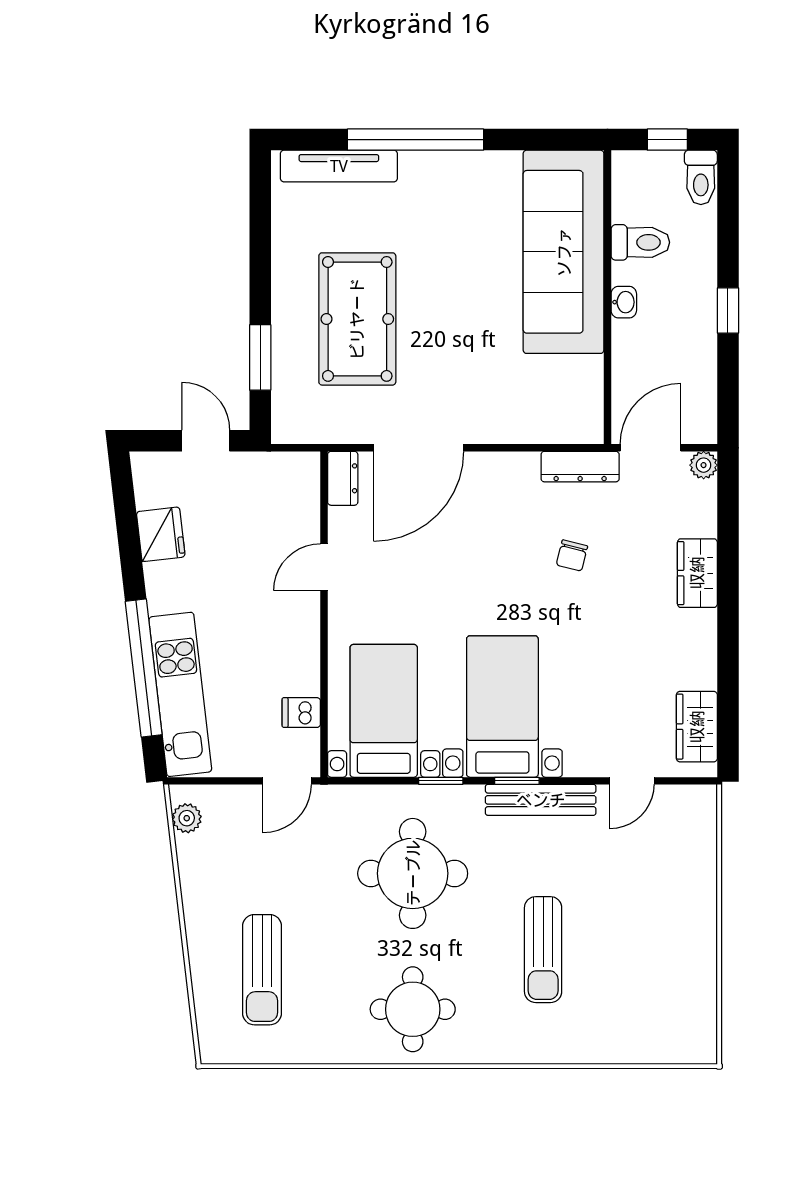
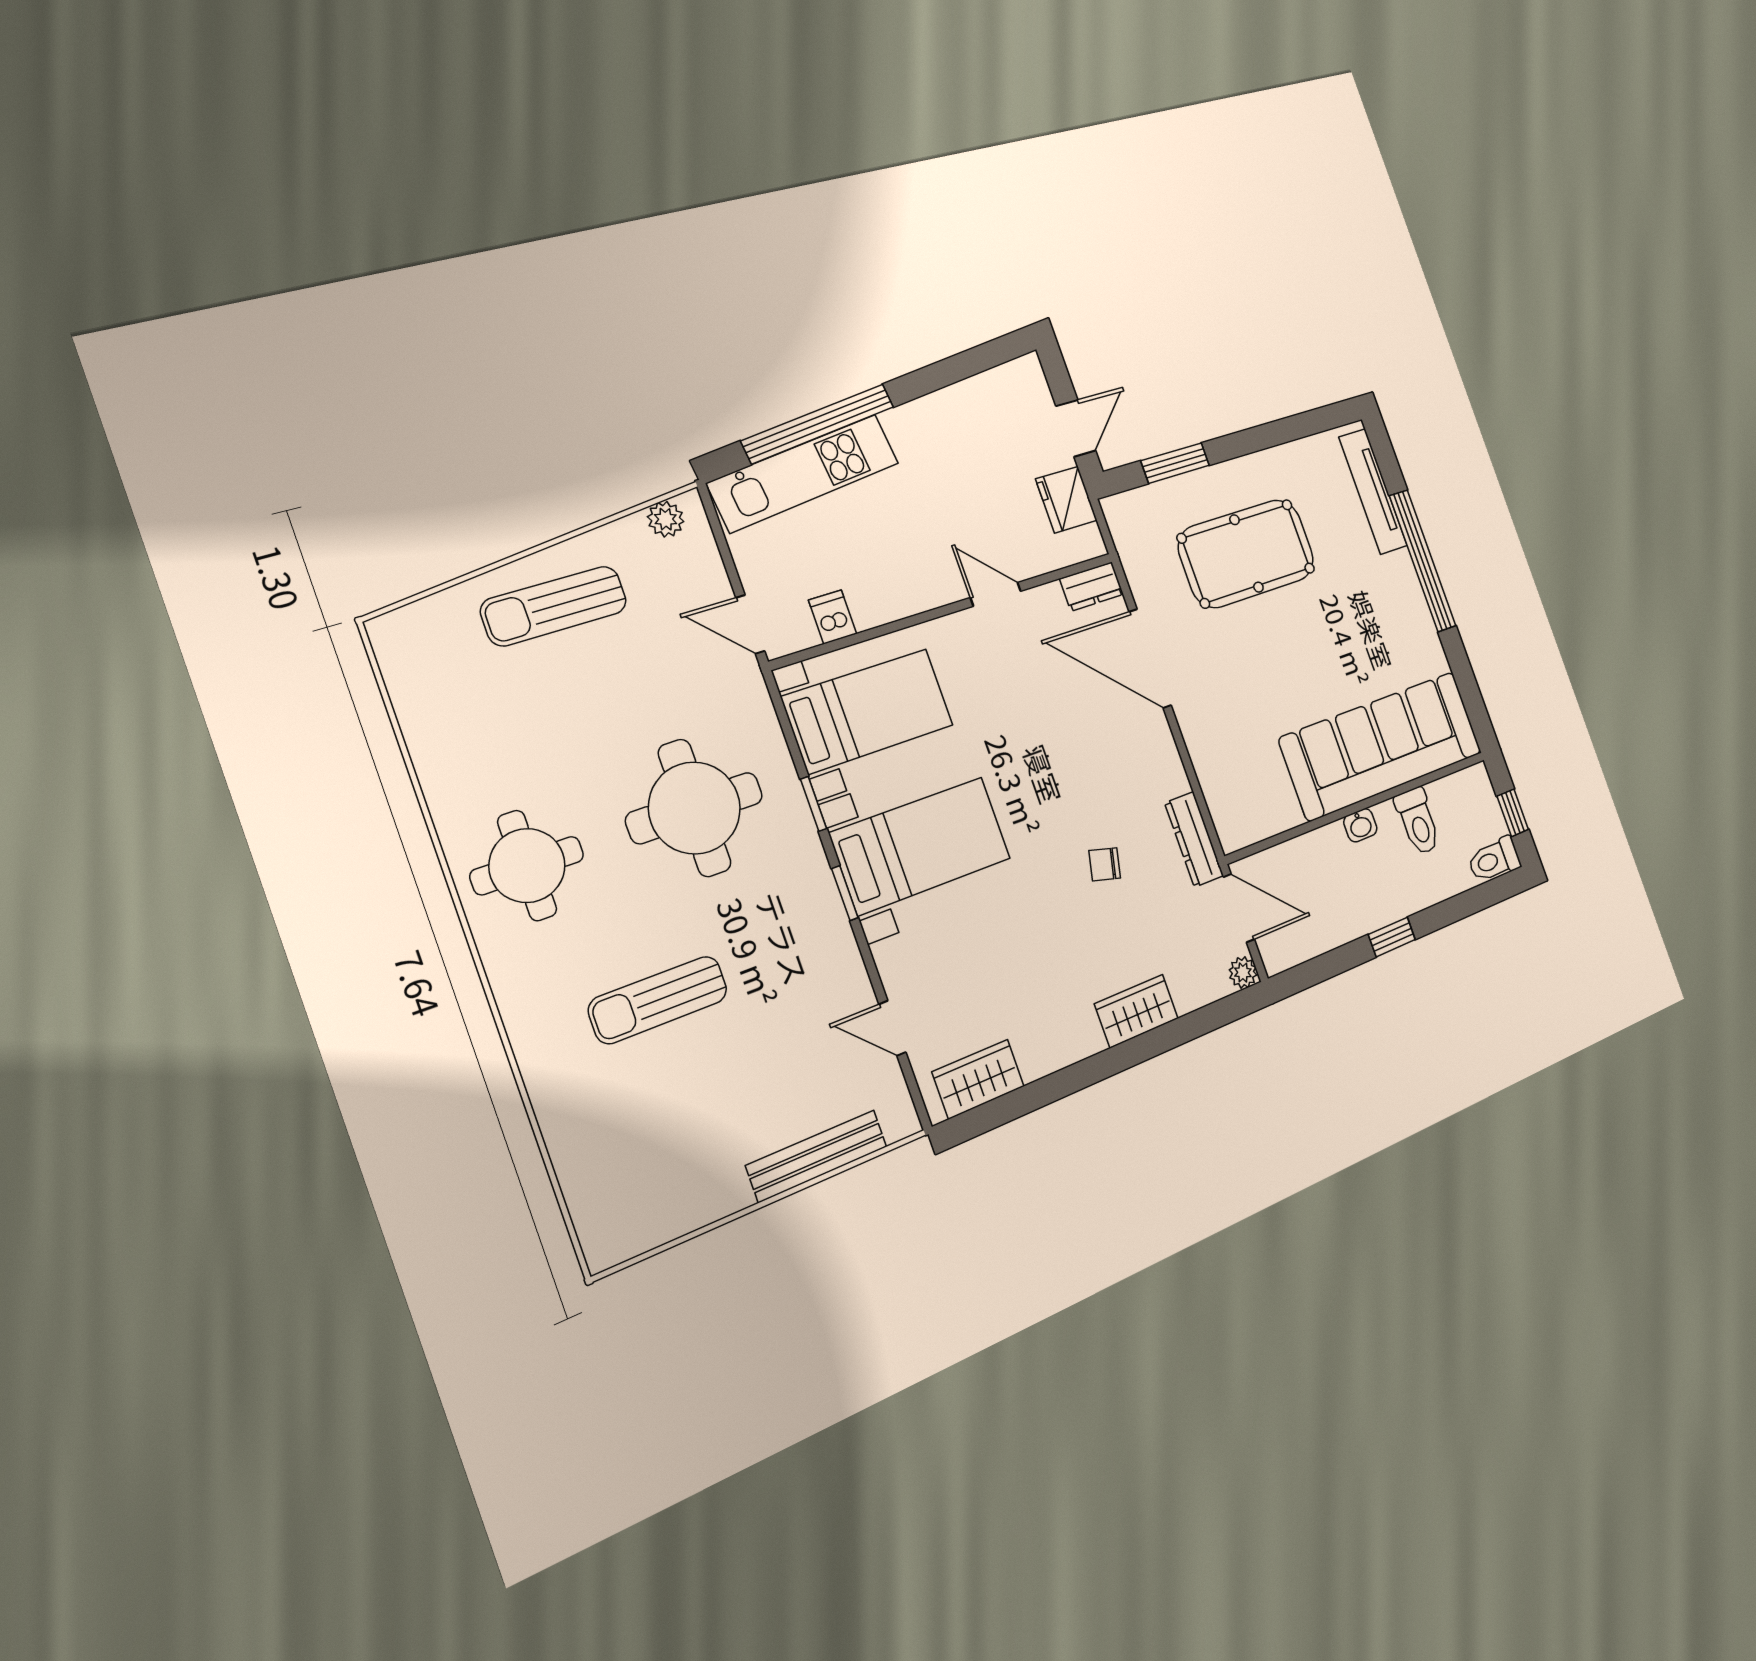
fridge: (161, 534) -> (1066, 500), moved, turned 97
bench: (541, 800) -> (817, 1156), moved, turned 90
sun lounger: (262, 970) -> (554, 606), moved

